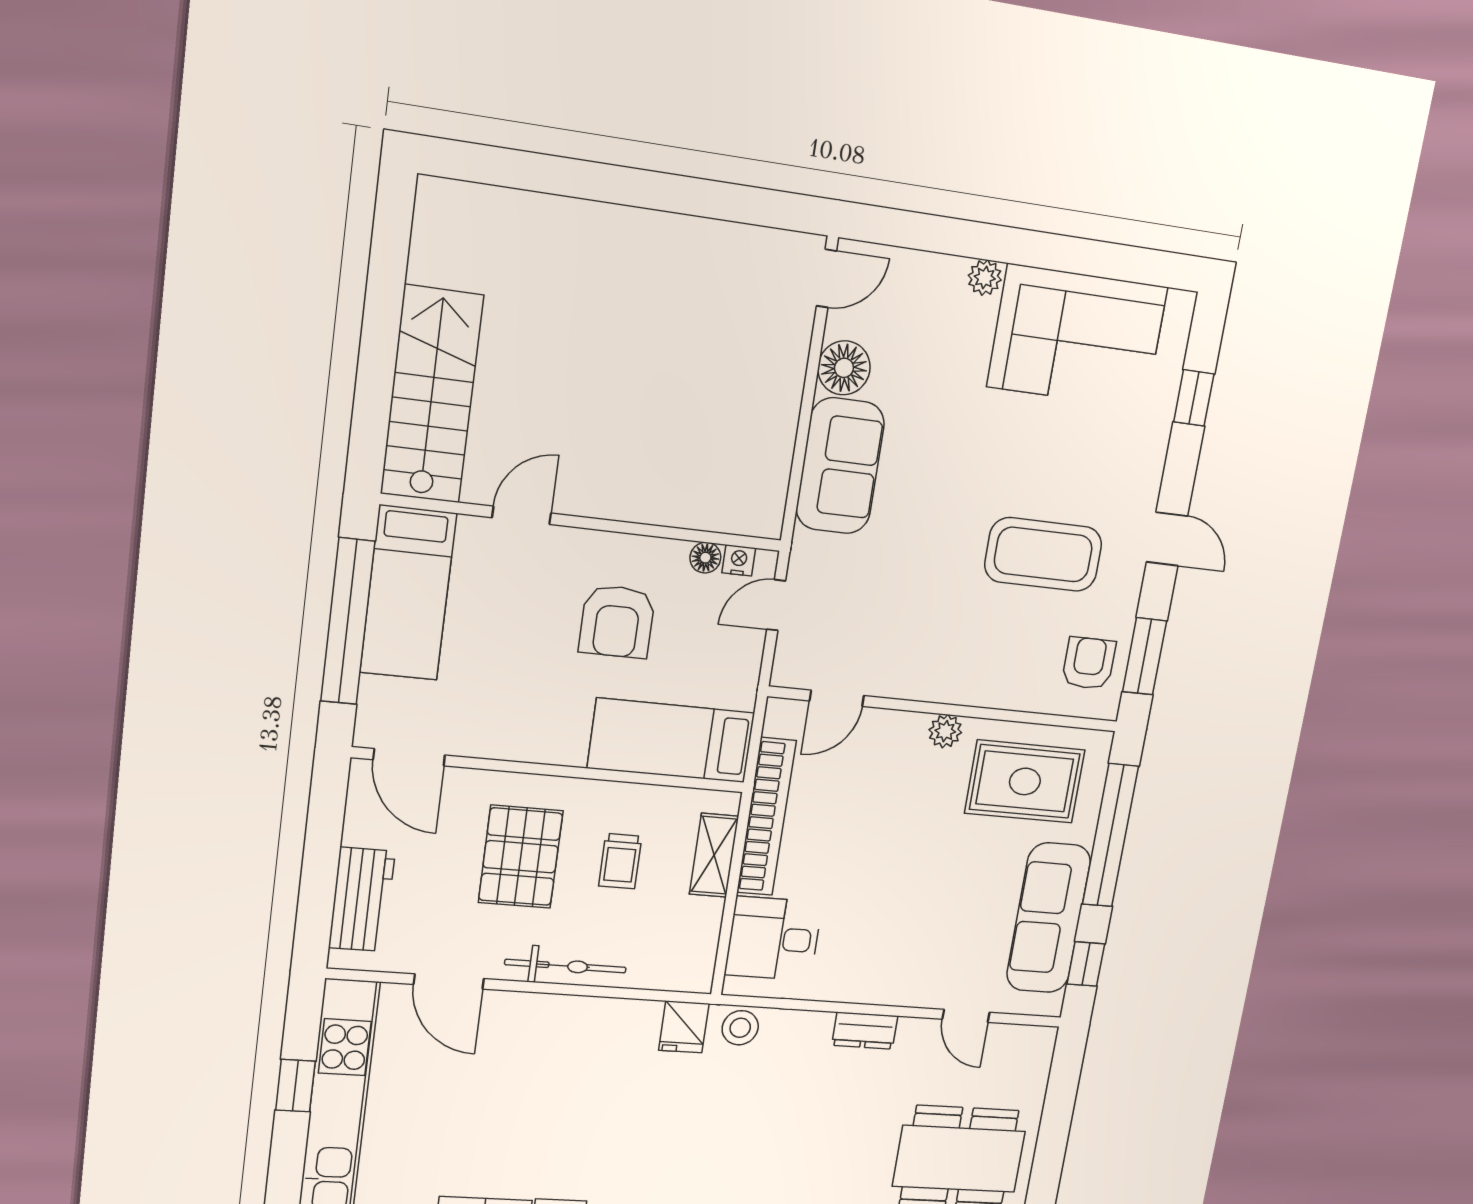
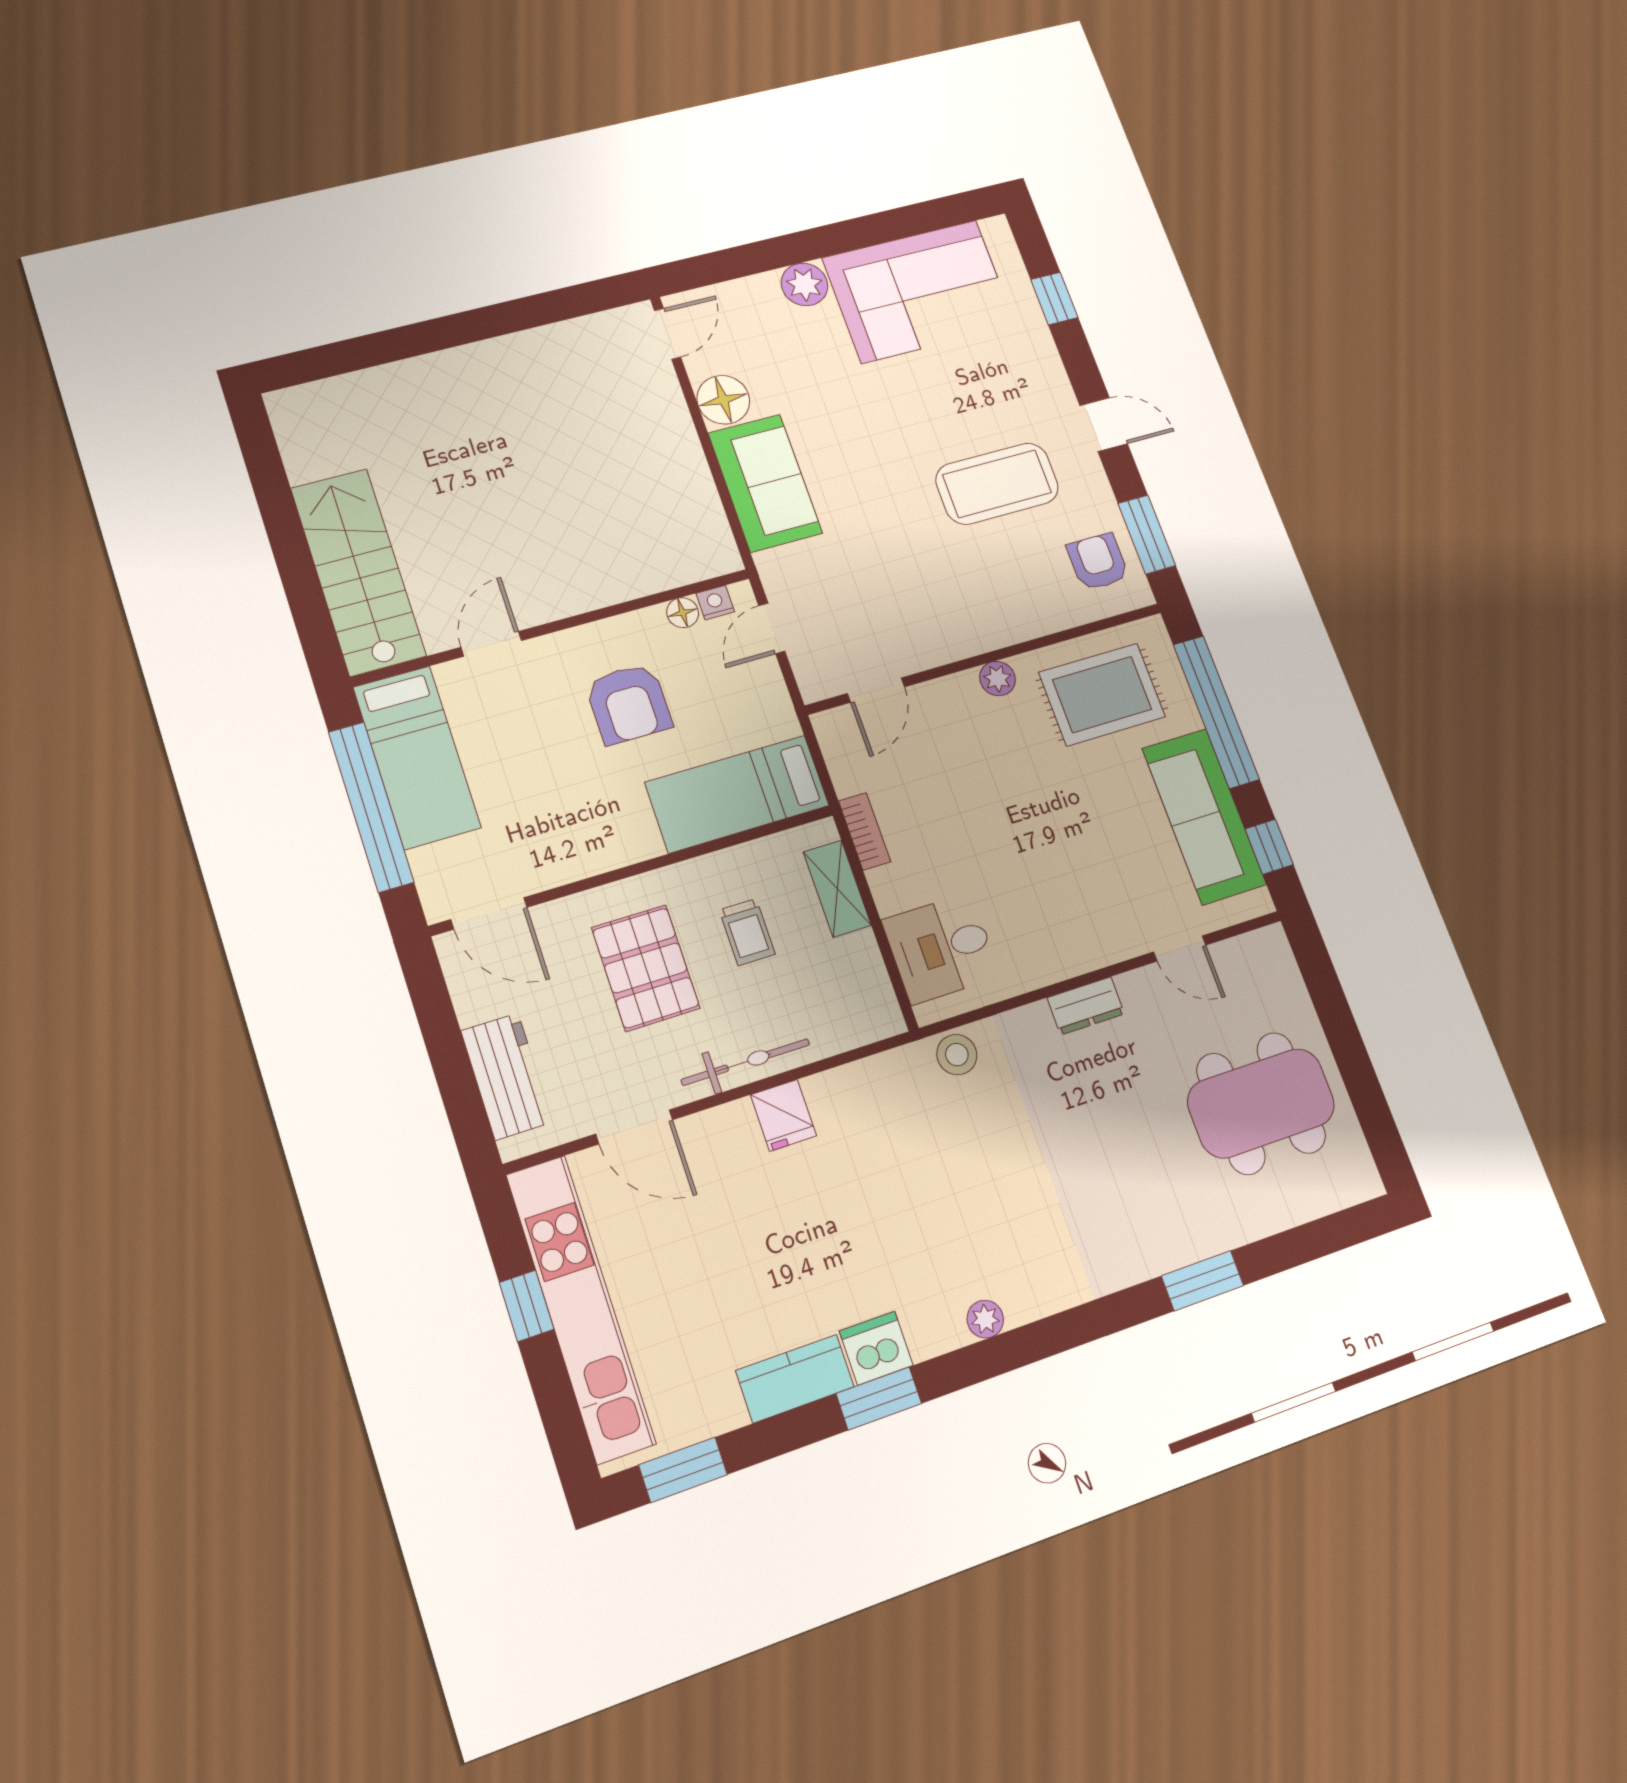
plant: (985, 278) -> (804, 284), width x1.38, depth x1.38
bookcase: (766, 817) -> (864, 831), width x0.43, depth x0.76
fridge: (684, 1027) -> (783, 1115), moved

